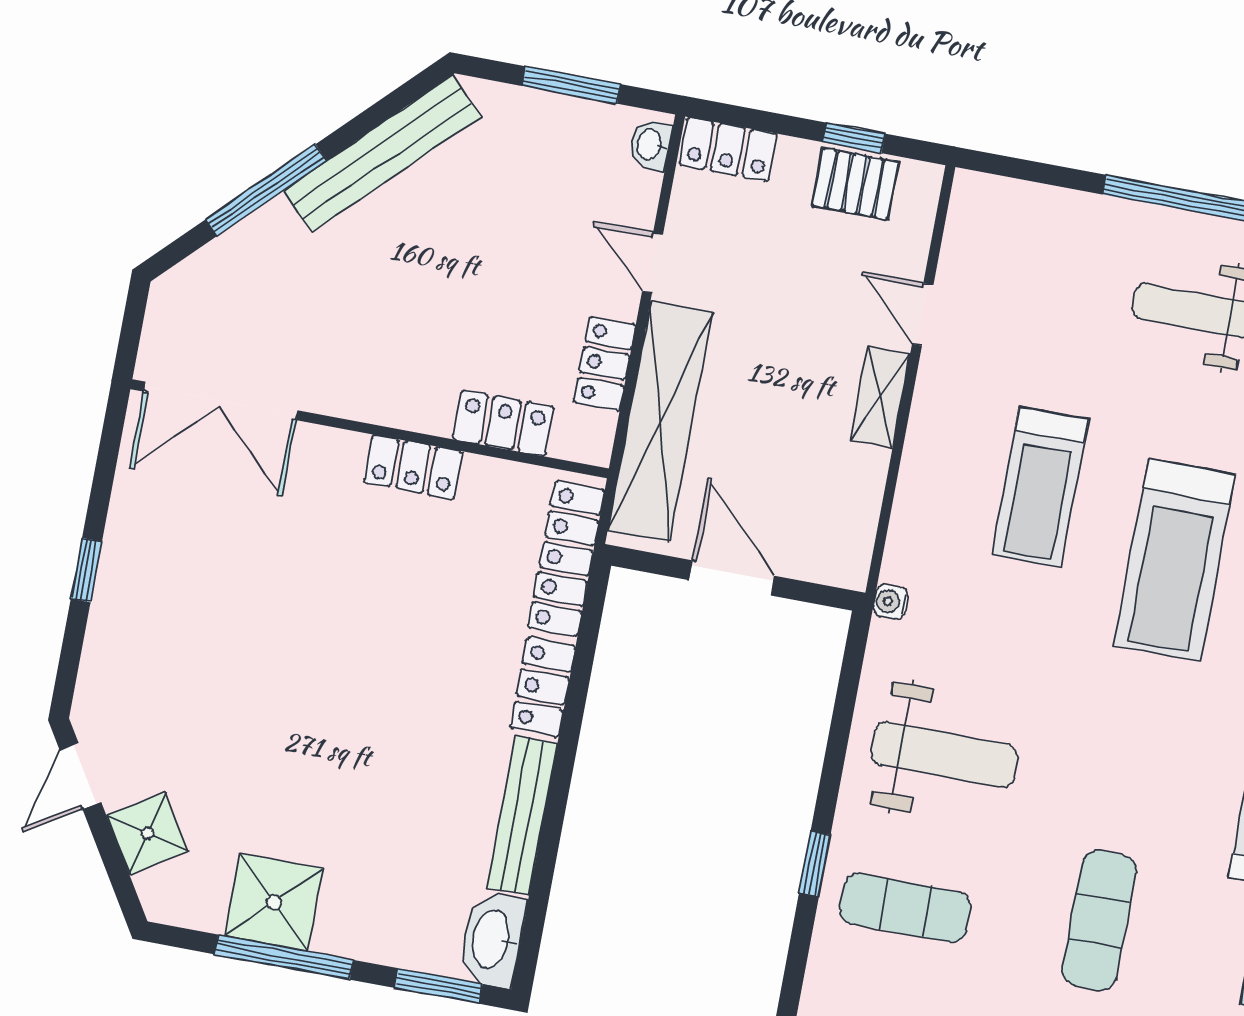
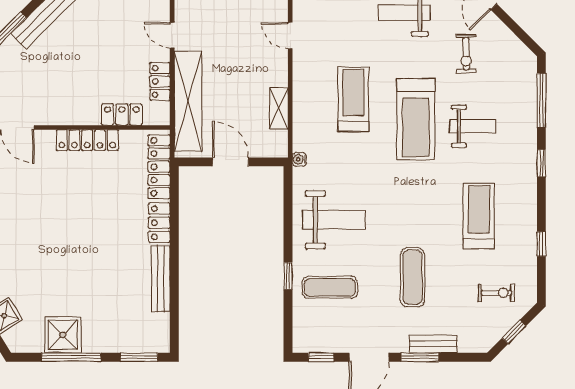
shelving: (880, 397) -> (279, 108), moved
locker: (413, 467) -> (87, 140), width x1.53
treadmill: (1040, 487) -> (353, 99), turned 180
washbasin: (492, 939) -> (158, 333), removed

